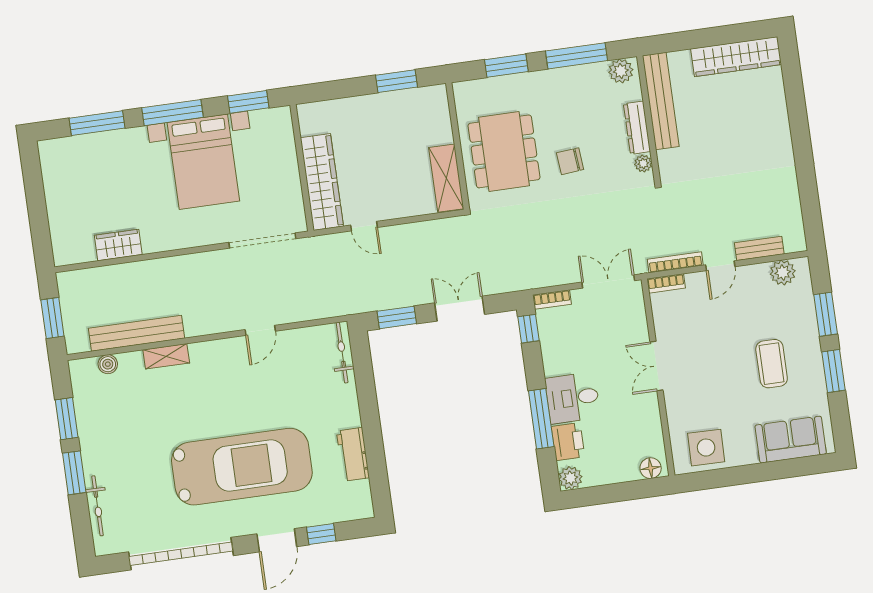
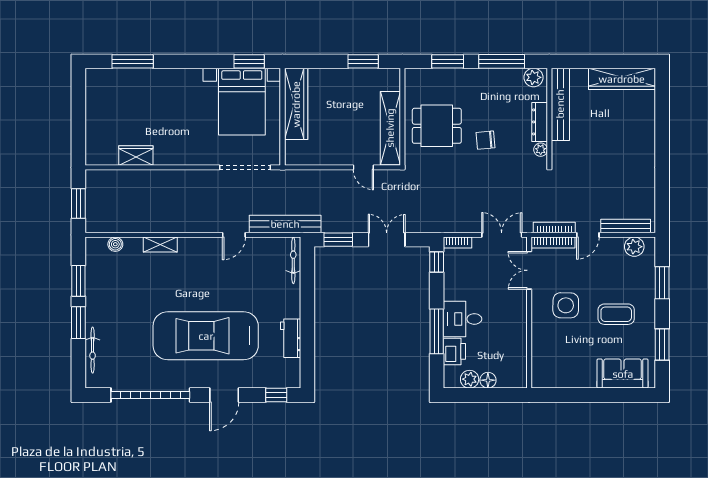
window: (173, 113) -> (191, 61), removed
dining table: (504, 151) -> (437, 126), width x0.73
bed with nightstands: (203, 162) -> (242, 102), moved
shelving: (446, 178) -> (390, 128), width x1.47
wardrobe: (322, 182) -> (296, 104), moved
door: (364, 226) -> (363, 167), moved
bench: (759, 248) -> (626, 226), width x1.36
bookcase: (666, 283) -> (553, 243), width x1.56
bench: (136, 333) -> (285, 224), moved
coffee table: (772, 364) -> (616, 314), turned 90
double door: (656, 366) -> (529, 270), moved
window: (834, 371) -> (662, 345), moved
side table: (706, 448) -> (566, 305), moved
car: (242, 467) -> (206, 336), turned 180
floor lamp: (651, 468) -> (488, 380), moved
plant: (570, 478) -> (470, 379), moved
window: (321, 534) -> (276, 395), moved

